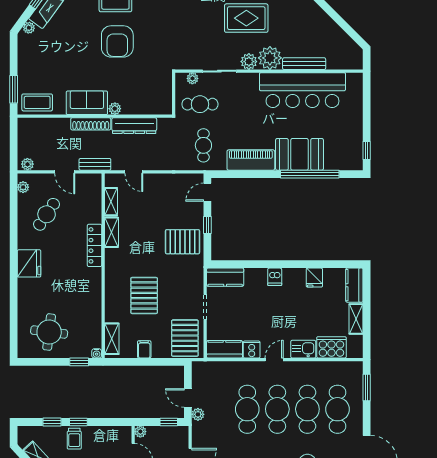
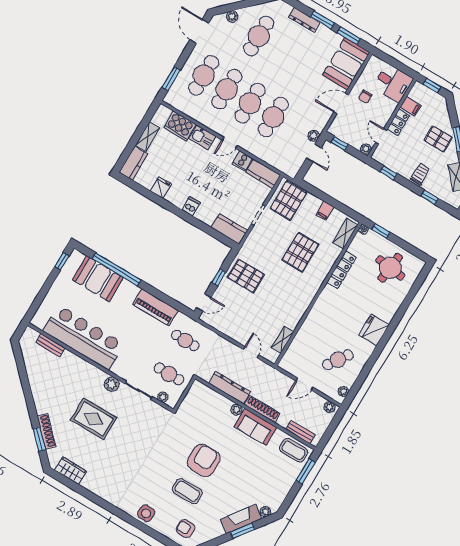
plant: (270, 58) -> (94, 377), removed
bench: (304, 64) -> (50, 345), moved, width x0.73
cafe table: (203, 145) -> (185, 340), turned 90
booth: (299, 154) -> (98, 279), moved
bench: (95, 164) -> (300, 432), moved
door: (65, 172) -> (304, 384), swing flipped
shelving: (111, 232) -> (296, 316), removed
locker: (94, 245) -> (342, 270), moved
window: (78, 422) -> (388, 173), moved

